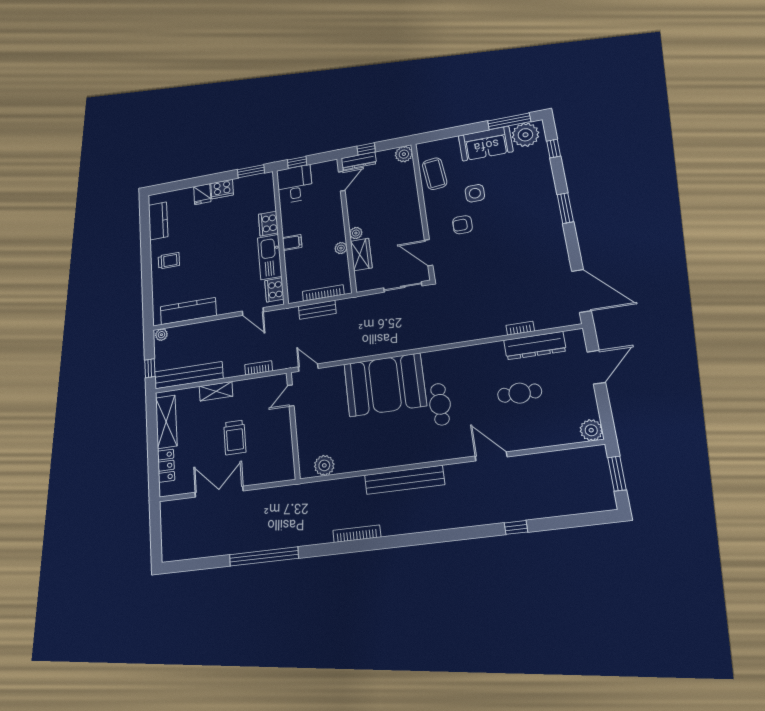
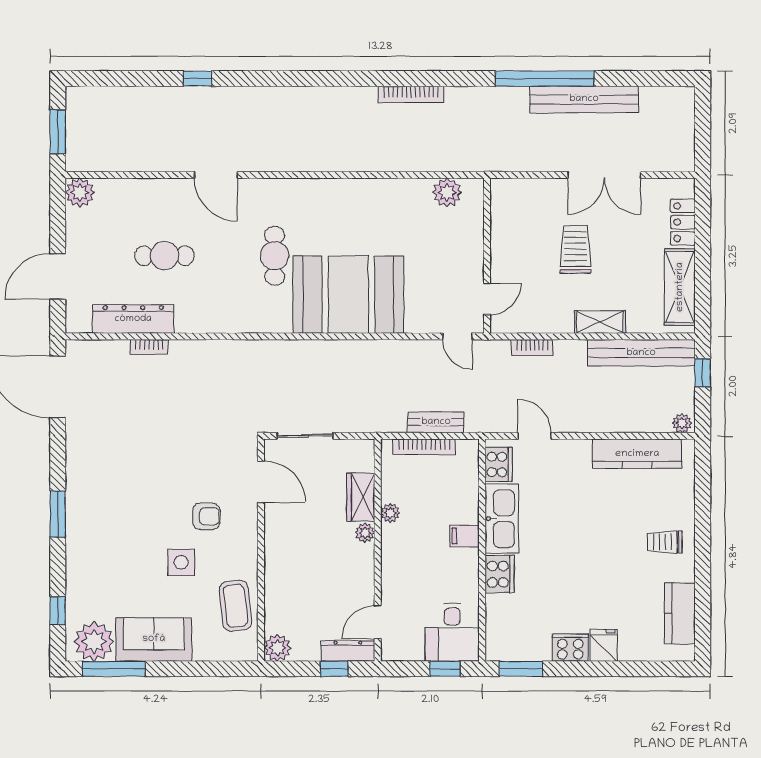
bench: (404, 480) -> (584, 99), moved

